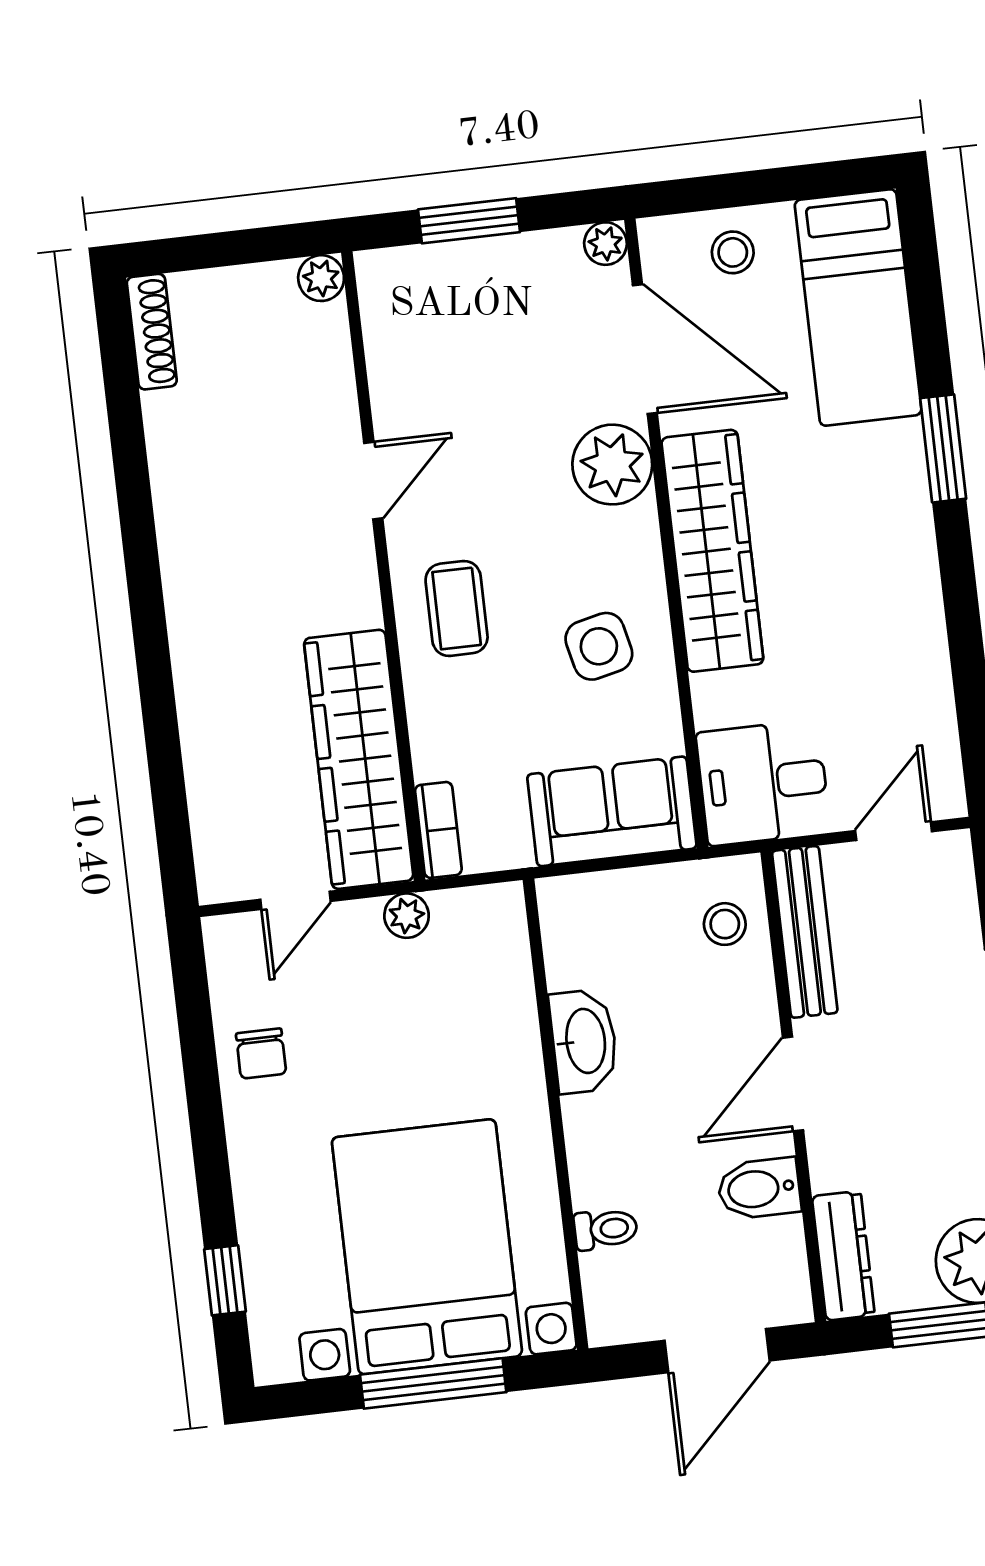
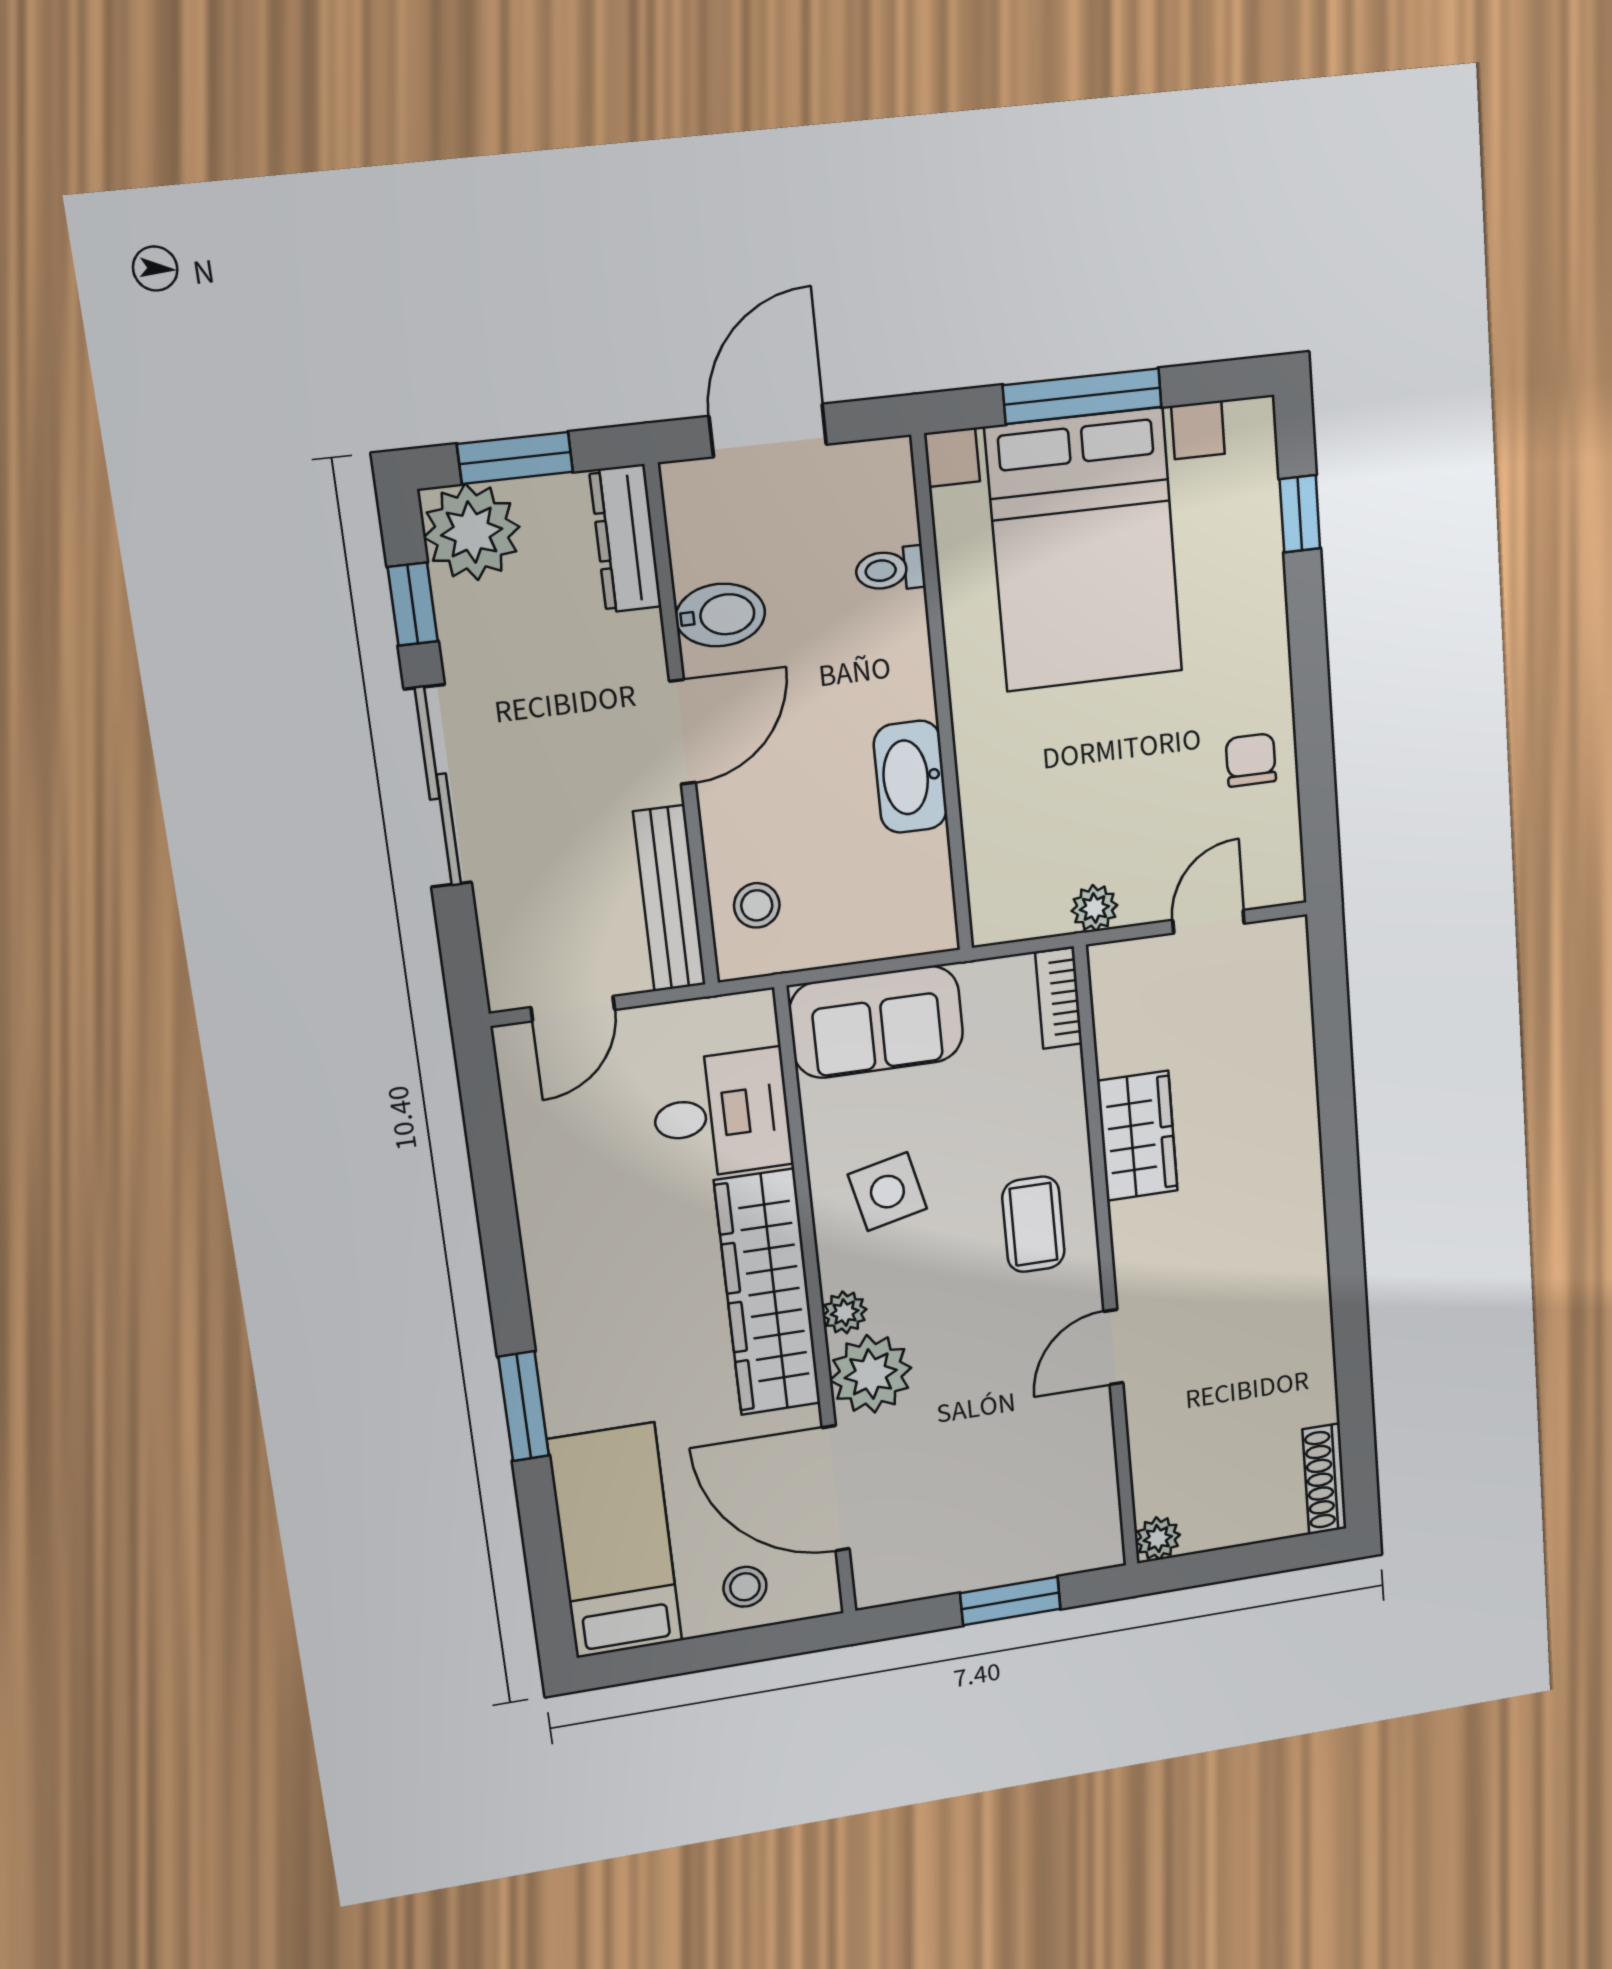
plant: (606, 244) -> (845, 1312), moved
wardrobe: (359, 759) -> (1137, 1136), width x0.48, depth x0.85
desk: (763, 783) -> (722, 1114), moved

